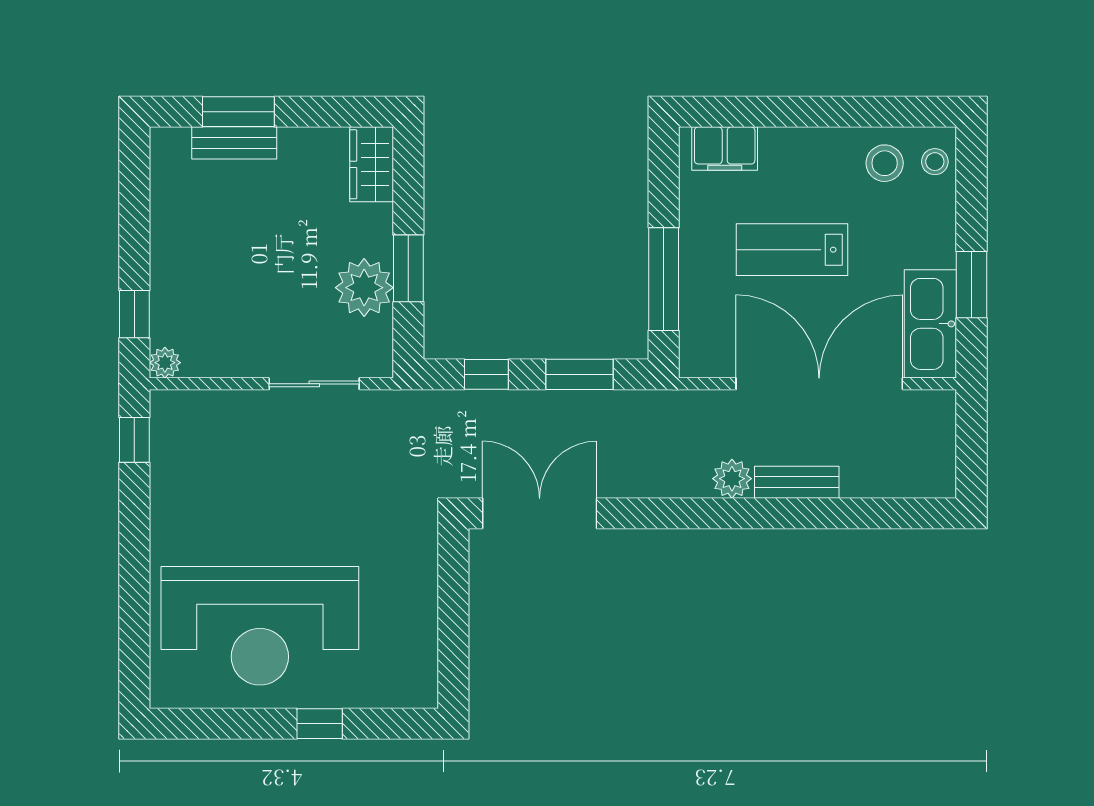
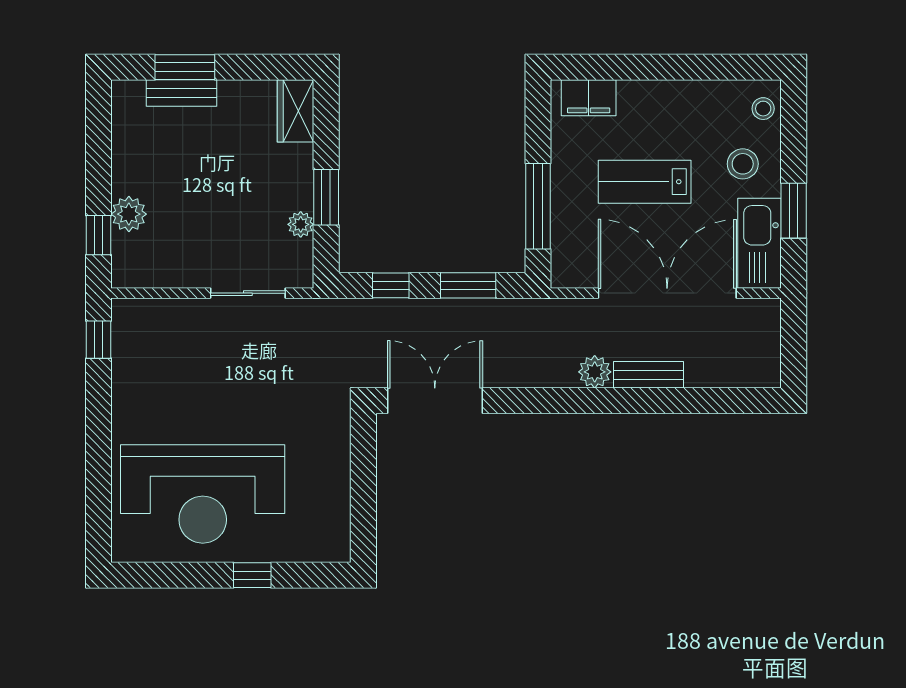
stool: (885, 163) -> (743, 164), moved
plant: (364, 288) -> (301, 224), width x0.53, depth x0.53
plant: (165, 363) -> (129, 214), moved, width x1.38, depth x1.38

